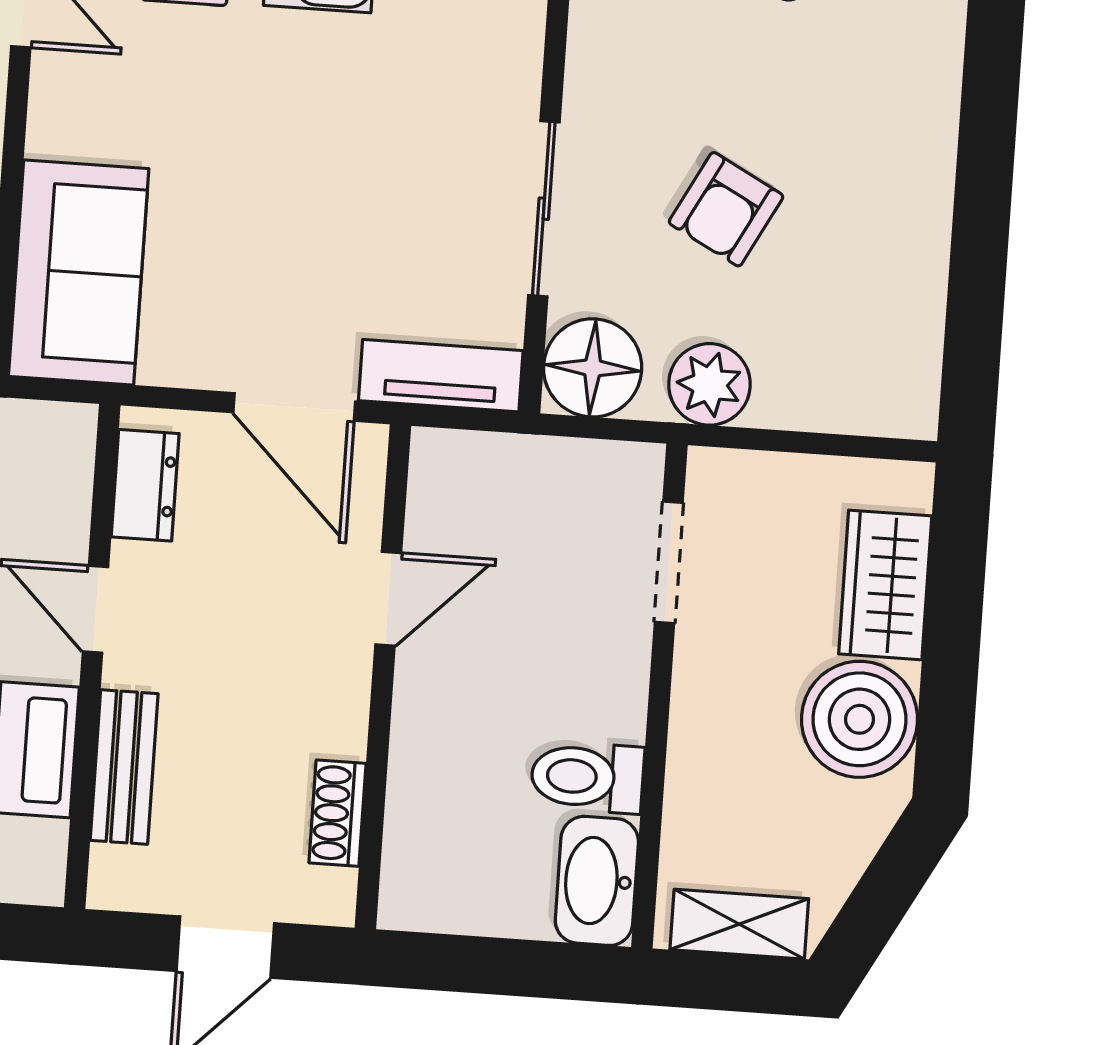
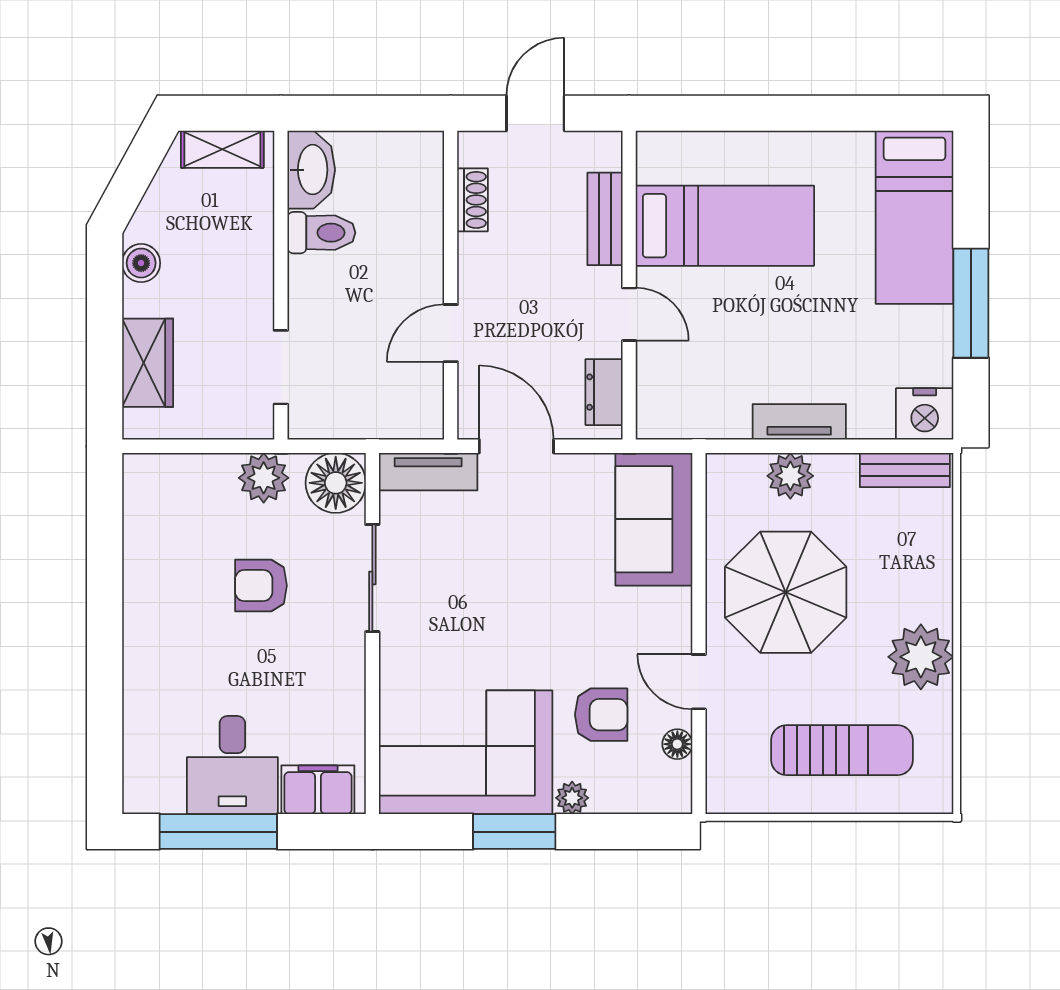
armchair: (726, 209) -> (261, 585), turned -118
boiler: (860, 719) -> (141, 263), width x0.54, depth x0.54

